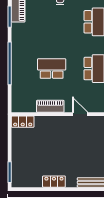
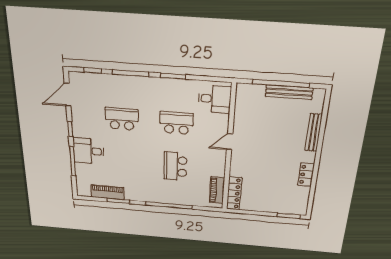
piano: (50, 106) -> (217, 190), moved
locker: (23, 122) -> (234, 193), width x1.53

